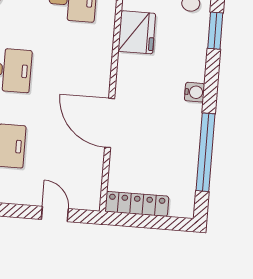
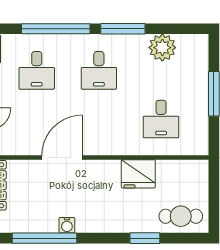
water cooler: (195, 92) -> (67, 225), moved

